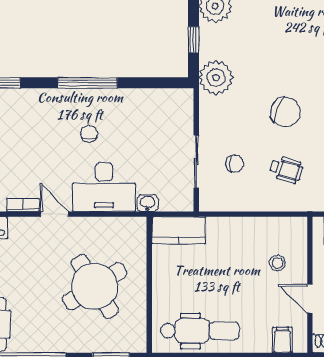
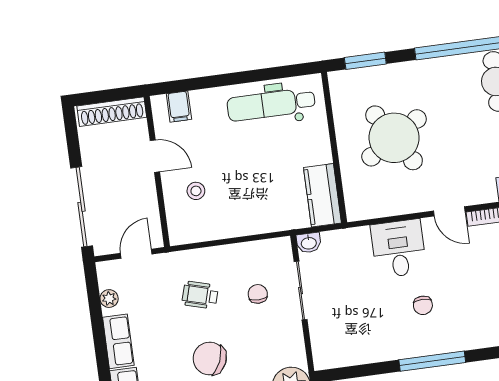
chair: (235, 164) -> (258, 294), turned 90
desk: (104, 187) -> (399, 249), width x0.73
washbasin: (147, 203) -> (309, 243), moved
kitchen counter: (179, 230) -> (323, 195), moved, turned -90

